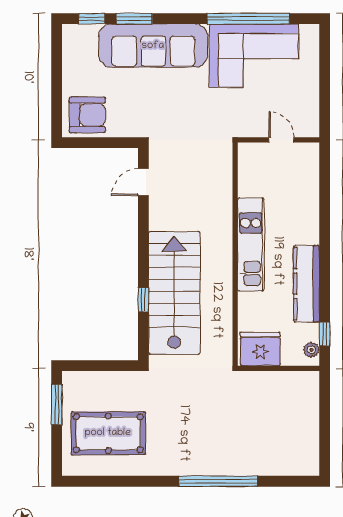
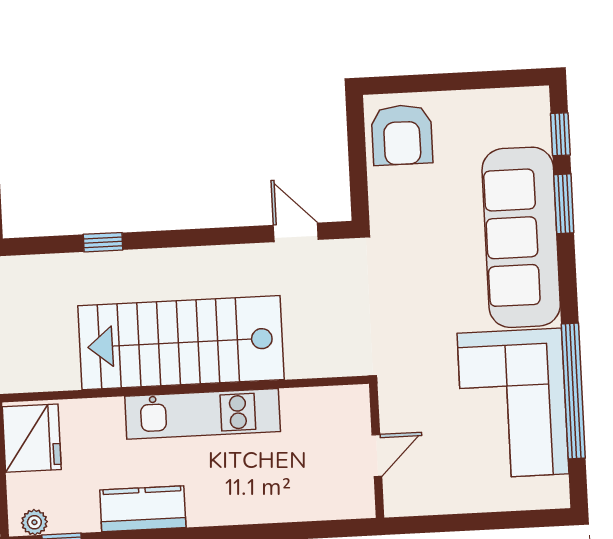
kitchen counter: (306, 284) -> (143, 509), width x0.67
stairs: (174, 293) -> (181, 343), moved, turned 180

